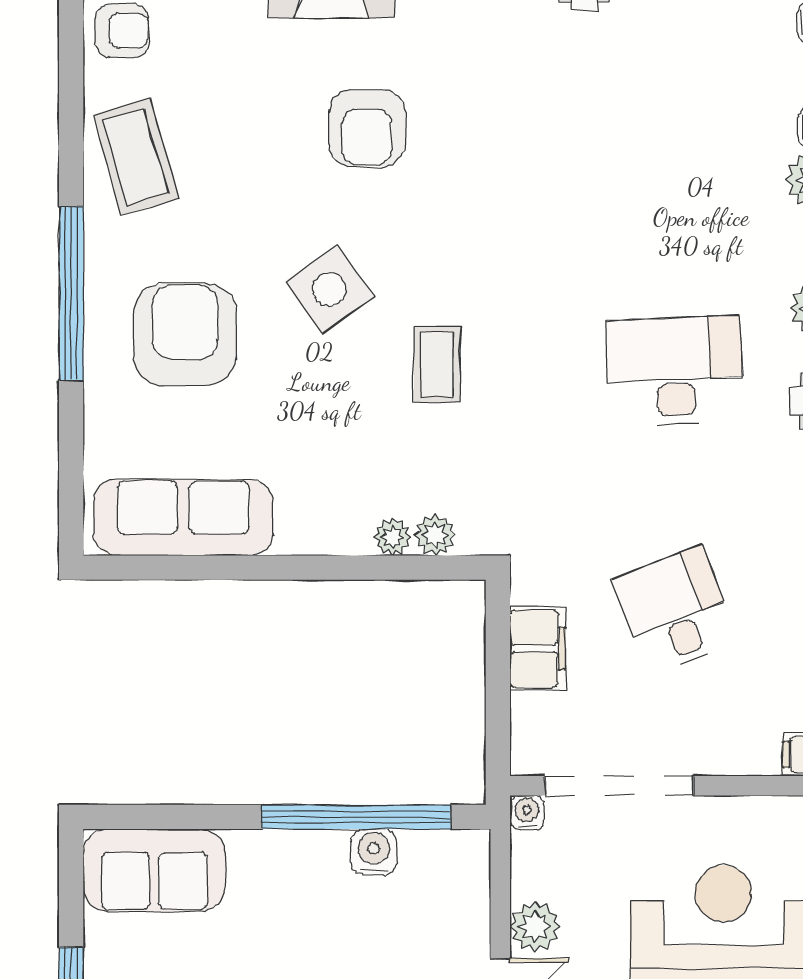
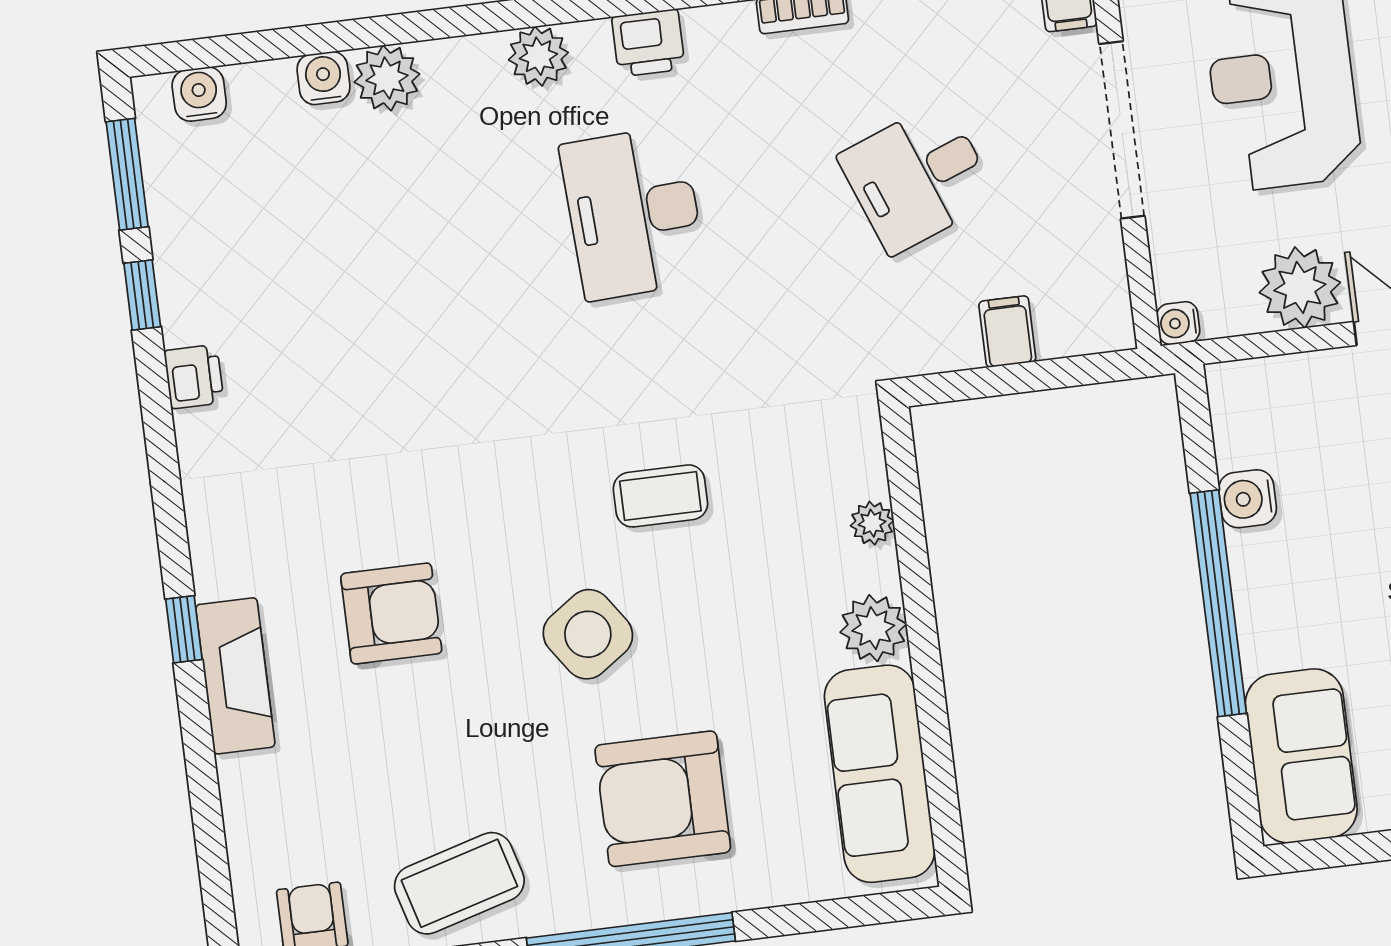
plant: (435, 535) -> (873, 628), moved, width x1.38, depth x1.38
filing cabinet: (538, 649) -> (1007, 332), width x0.50
doorway: (619, 786) -> (1122, 130), moved
window: (356, 817) -> (1218, 603), moved
plant: (535, 927) -> (1300, 287), width x1.36, depth x1.36

